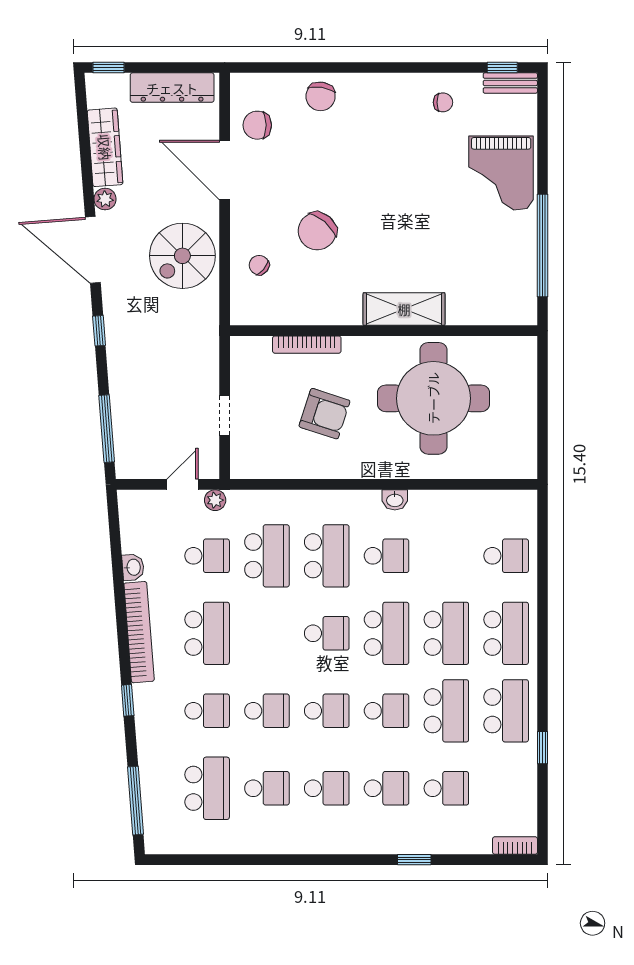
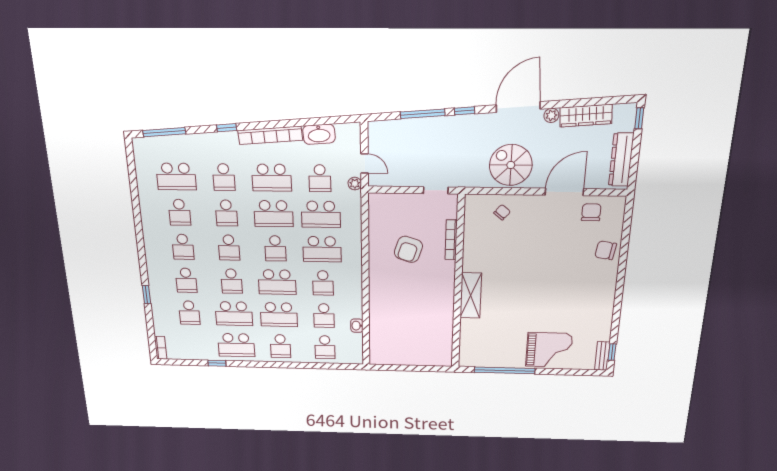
chair: (443, 102) -> (594, 320), removed
grand piano: (501, 173) -> (549, 350), turned 180
chair: (317, 231) -> (521, 247), removed
round table: (433, 398) -> (417, 311), removed
doorway: (225, 416) -> (436, 190), moved
window: (107, 429) -> (423, 114), moved
washbasin: (395, 500) -> (357, 326), moved
school desk: (446, 556) -> (324, 316), added
washbasin: (133, 567) -> (319, 134), width x1.91, depth x1.45
school desk: (267, 633) -> (273, 214), added
school desk: (506, 633) -> (280, 346), width x0.54

